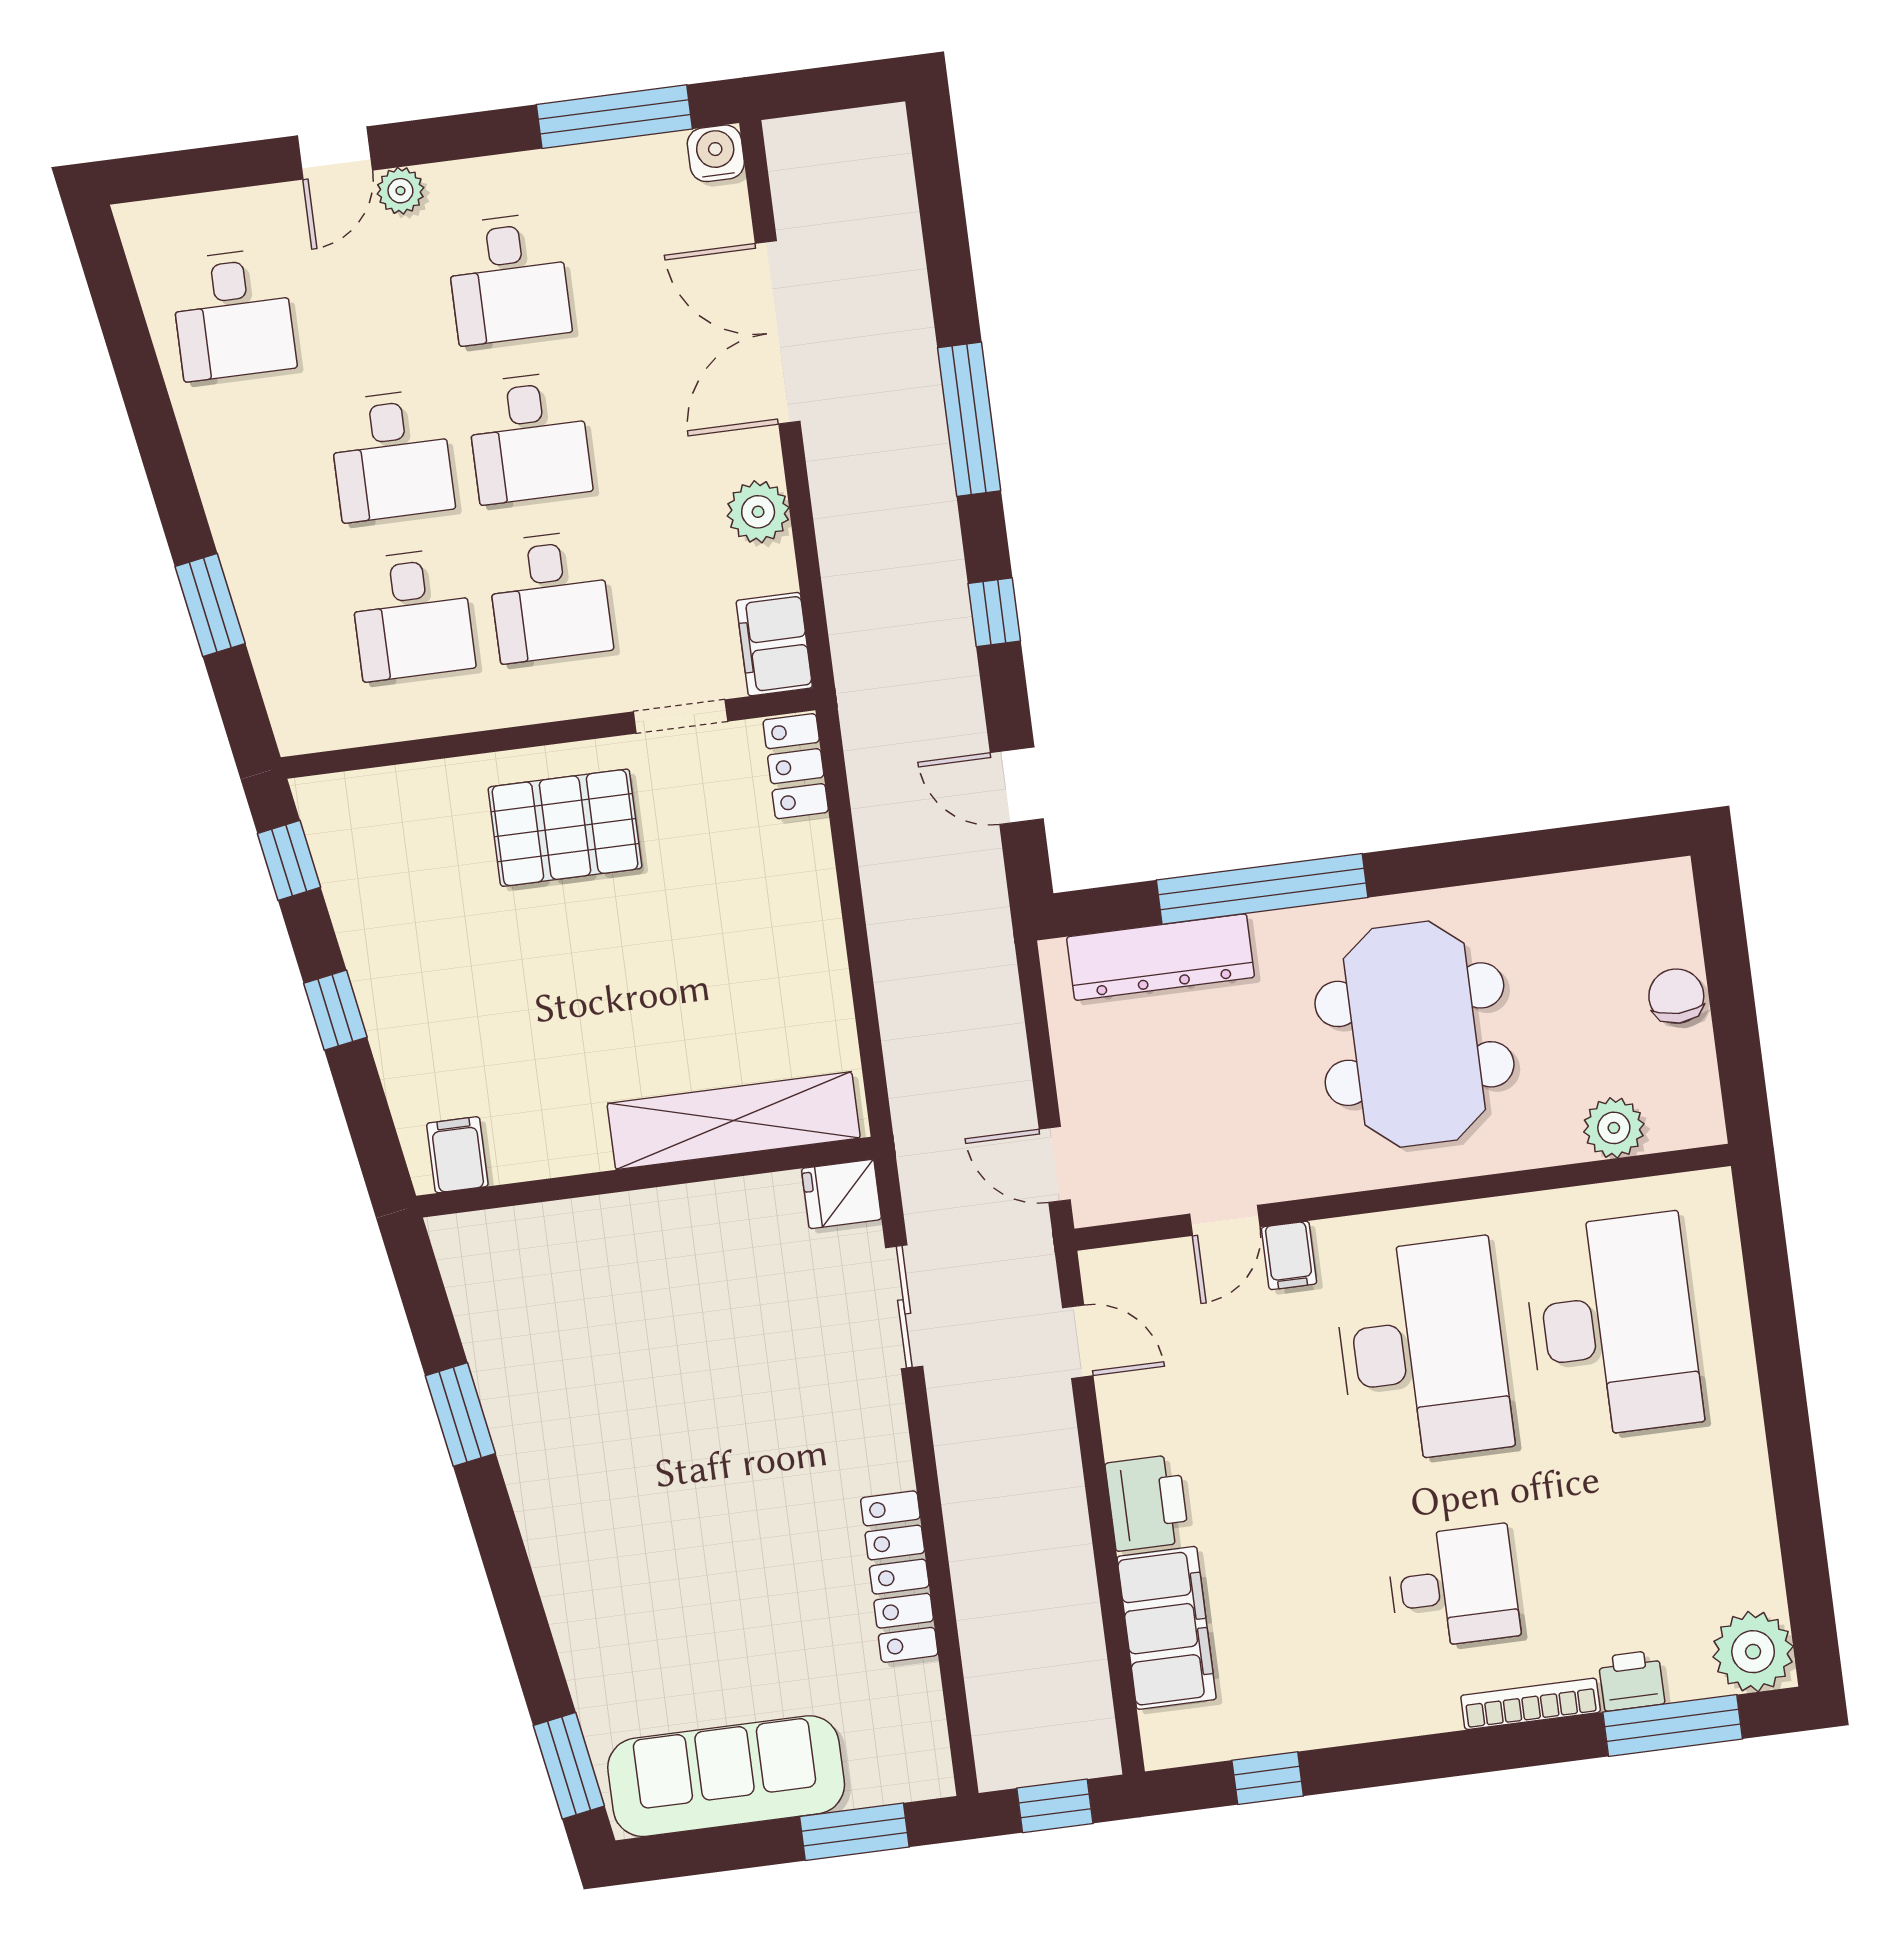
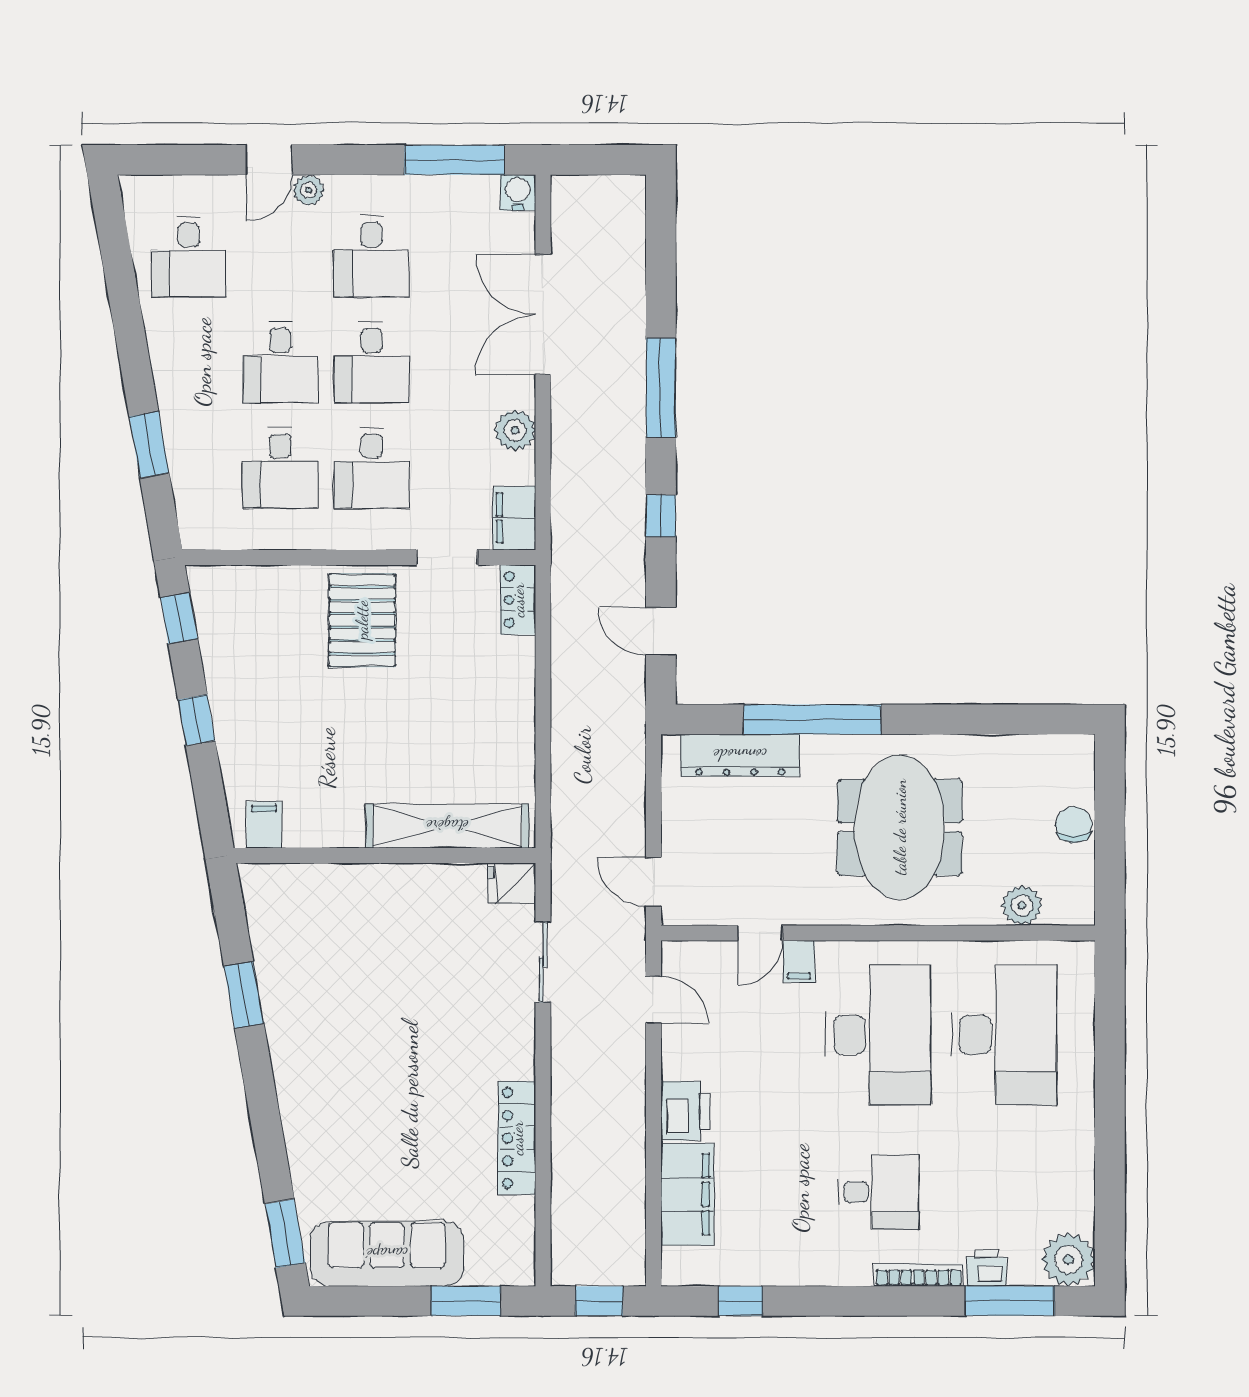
pallet: (565, 828) -> (362, 620), turned 90

